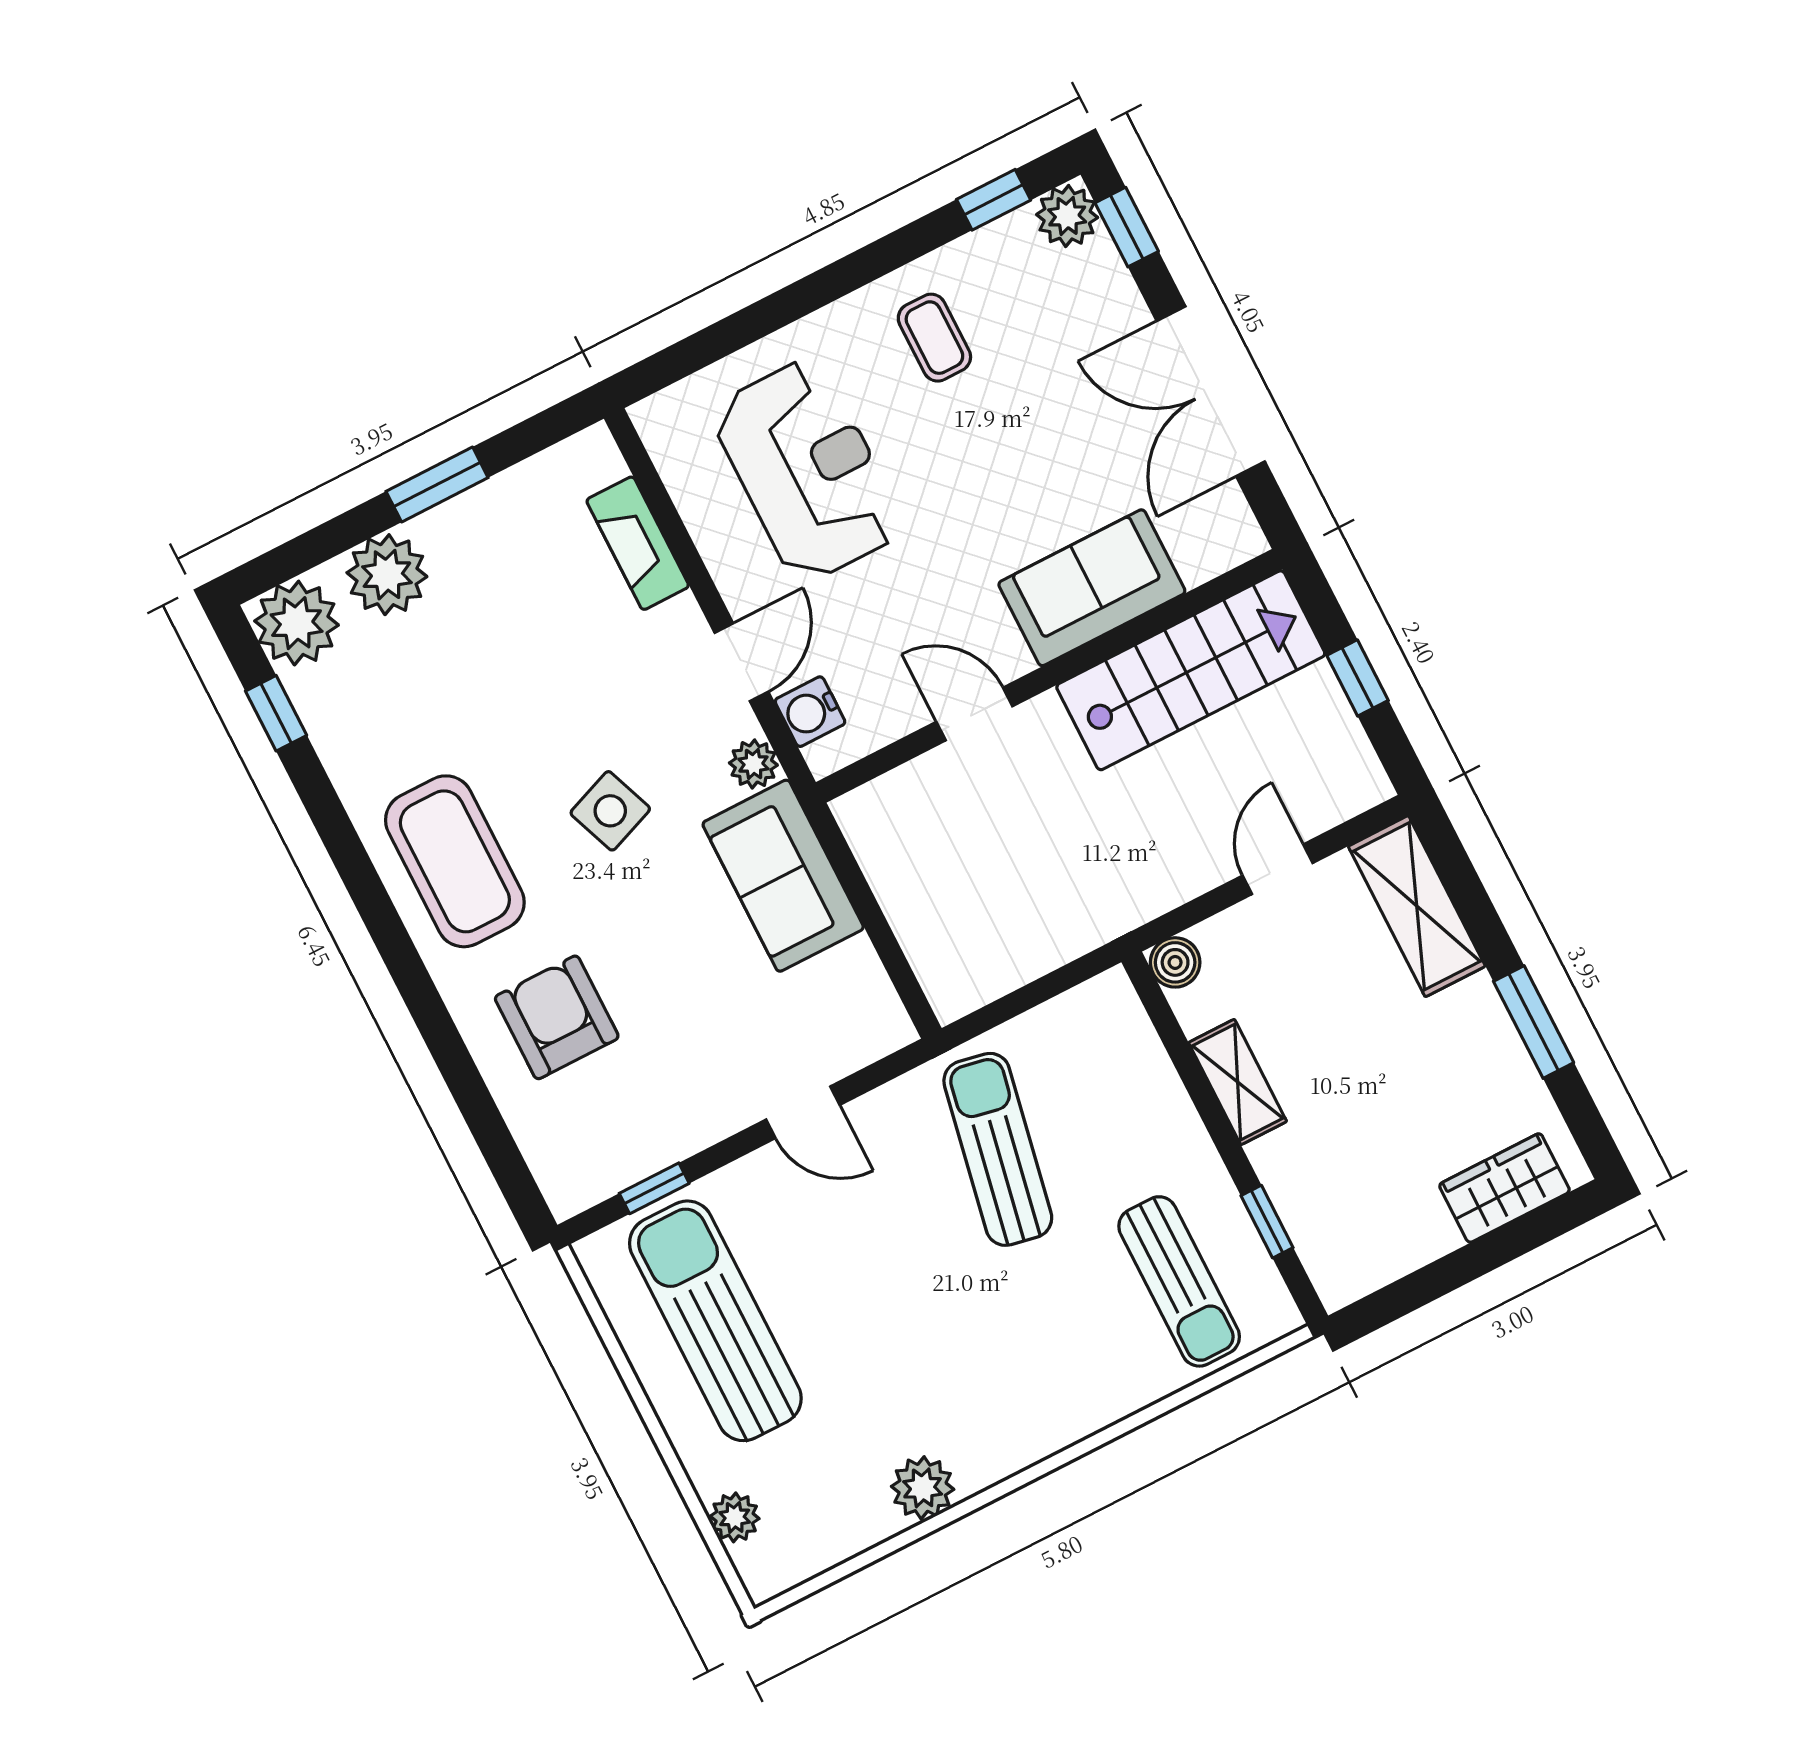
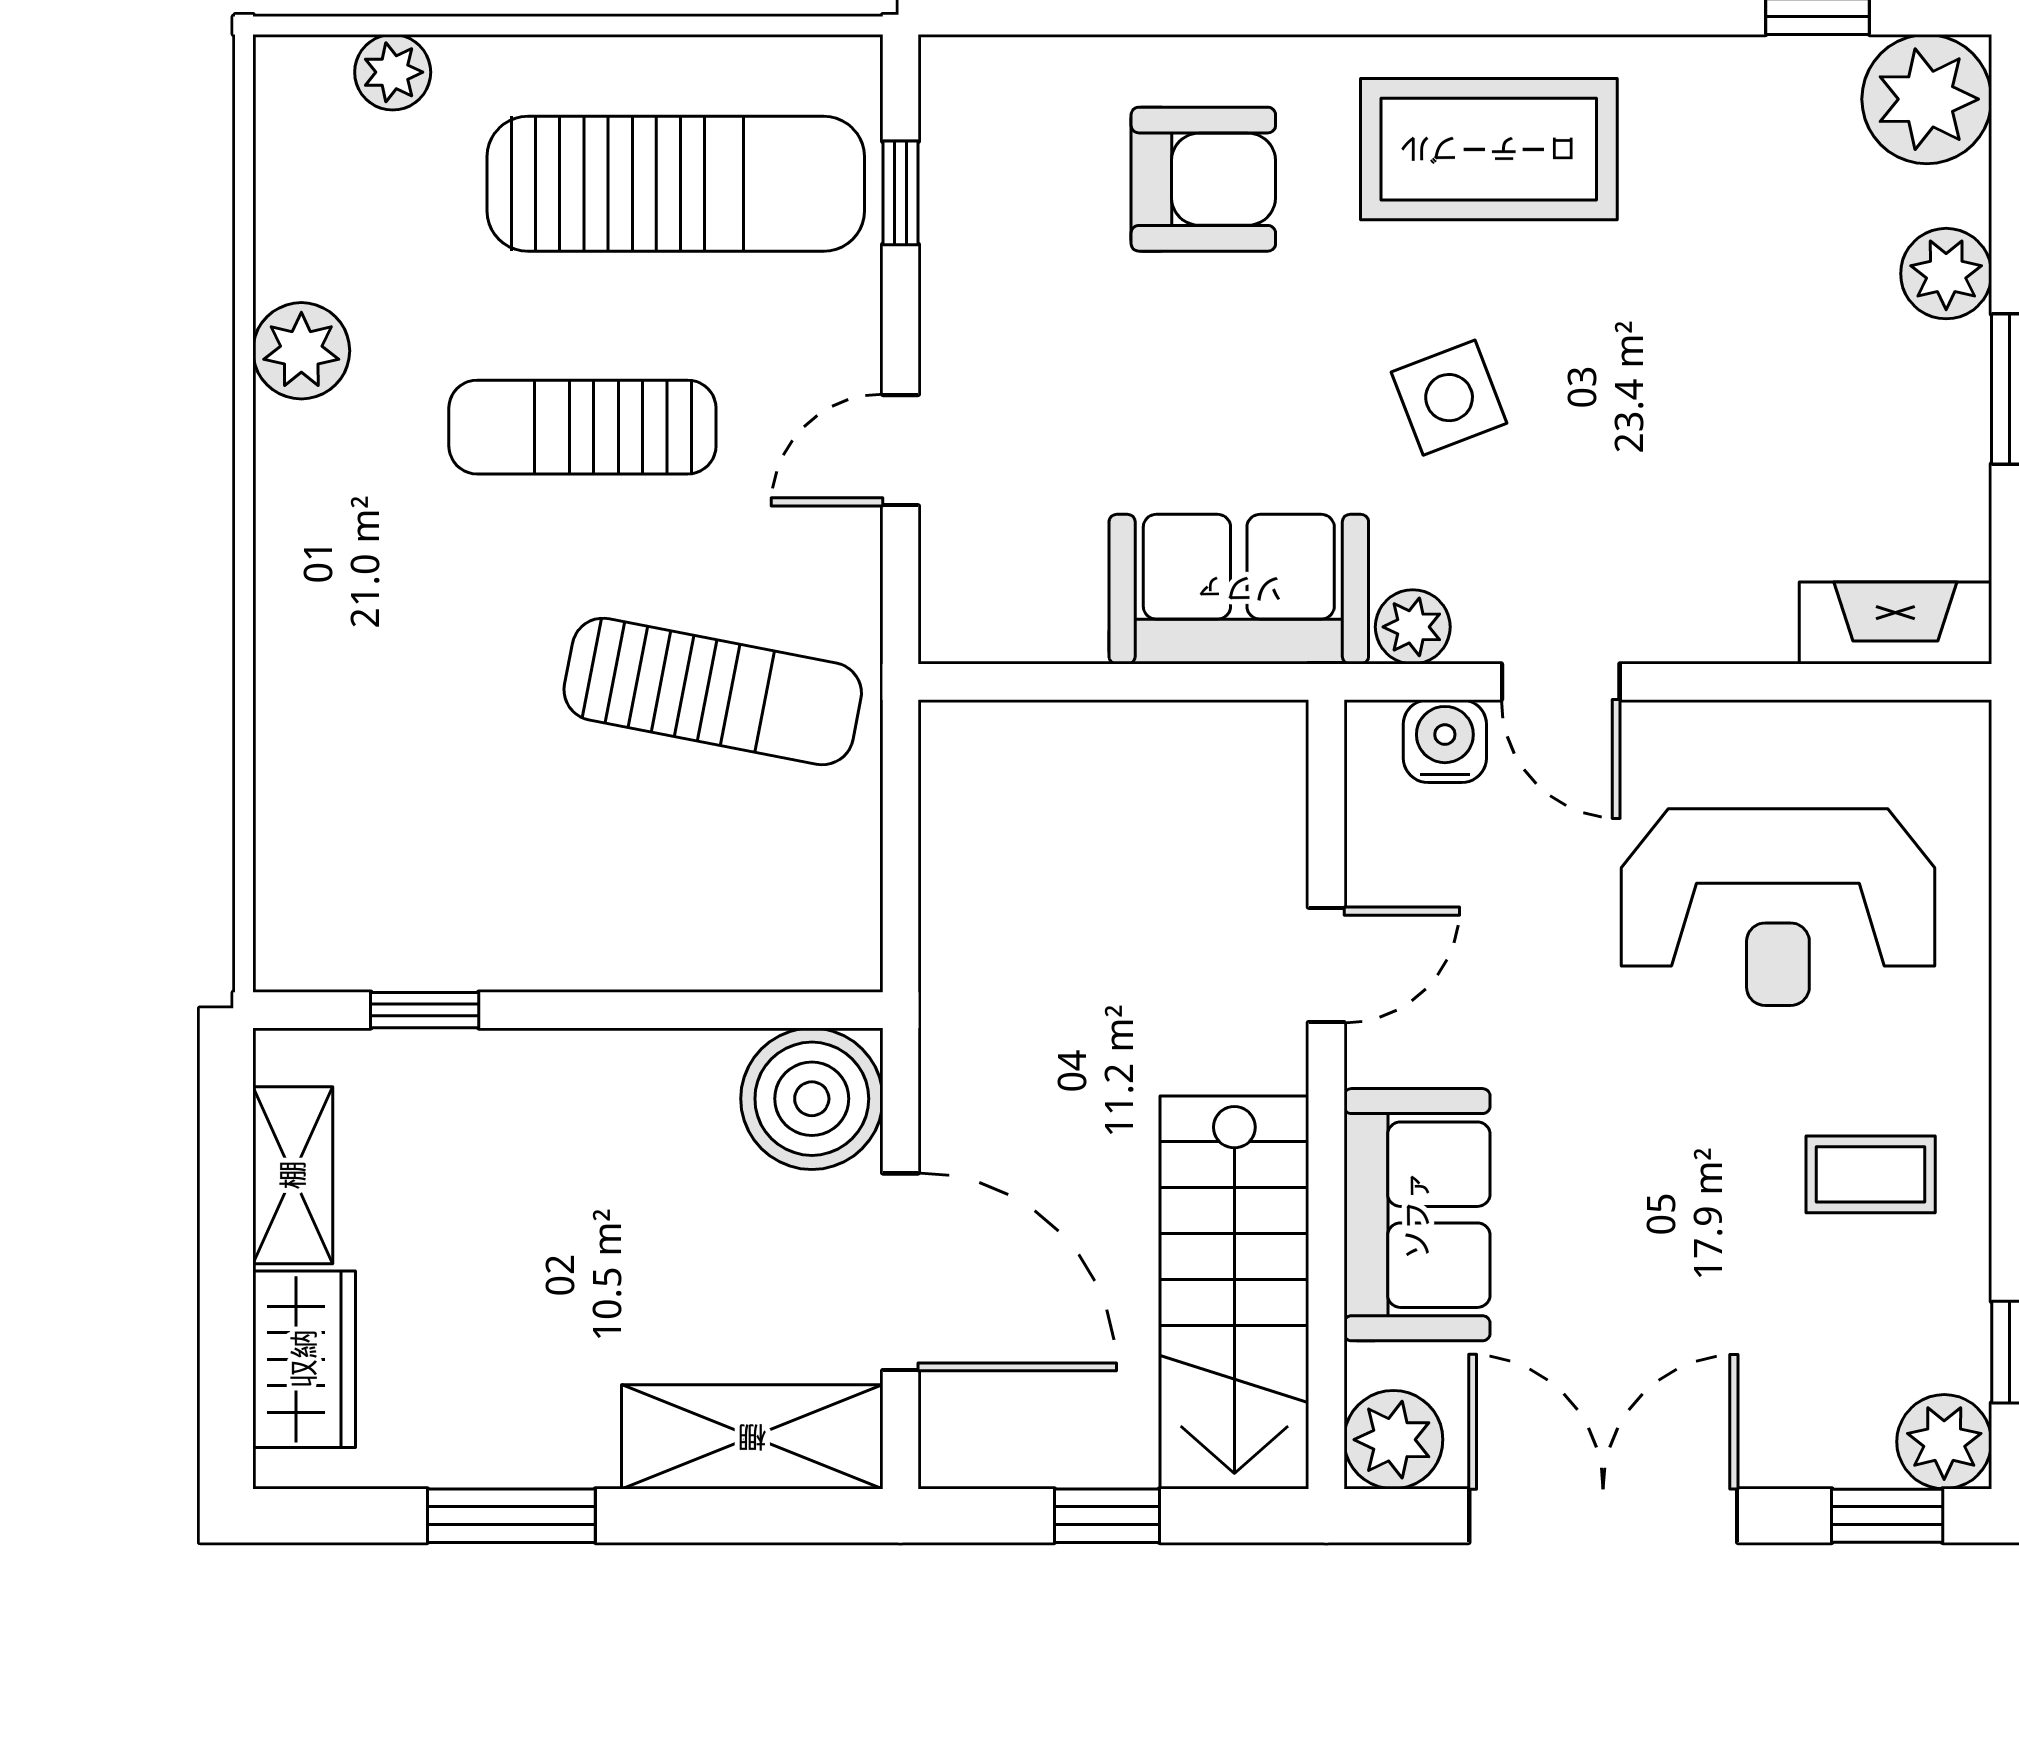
plant: (1229, 535) -> (1393, 1440), added
fireplace: (638, 543) -> (1895, 623), moved
plant: (387, 575) -> (1946, 274), width x0.73, depth x0.73
door: (1278, 869) -> (900, 1272), width x1.88
boiler: (1175, 962) -> (812, 1099), width x1.86, depth x1.86
shelving: (1238, 1082) -> (293, 1175), moved, turned 90
sun lounger: (1179, 1281) -> (582, 427), moved

